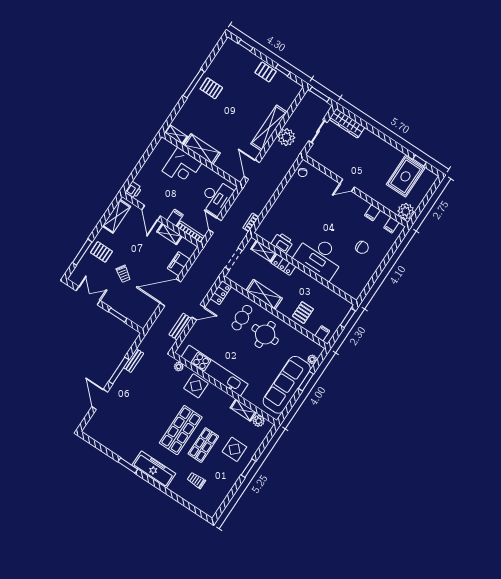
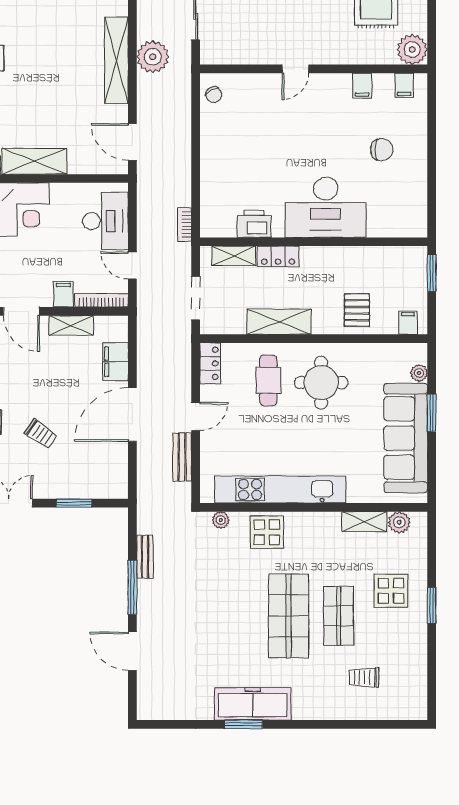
freezer: (154, 469) -> (253, 704), moved

